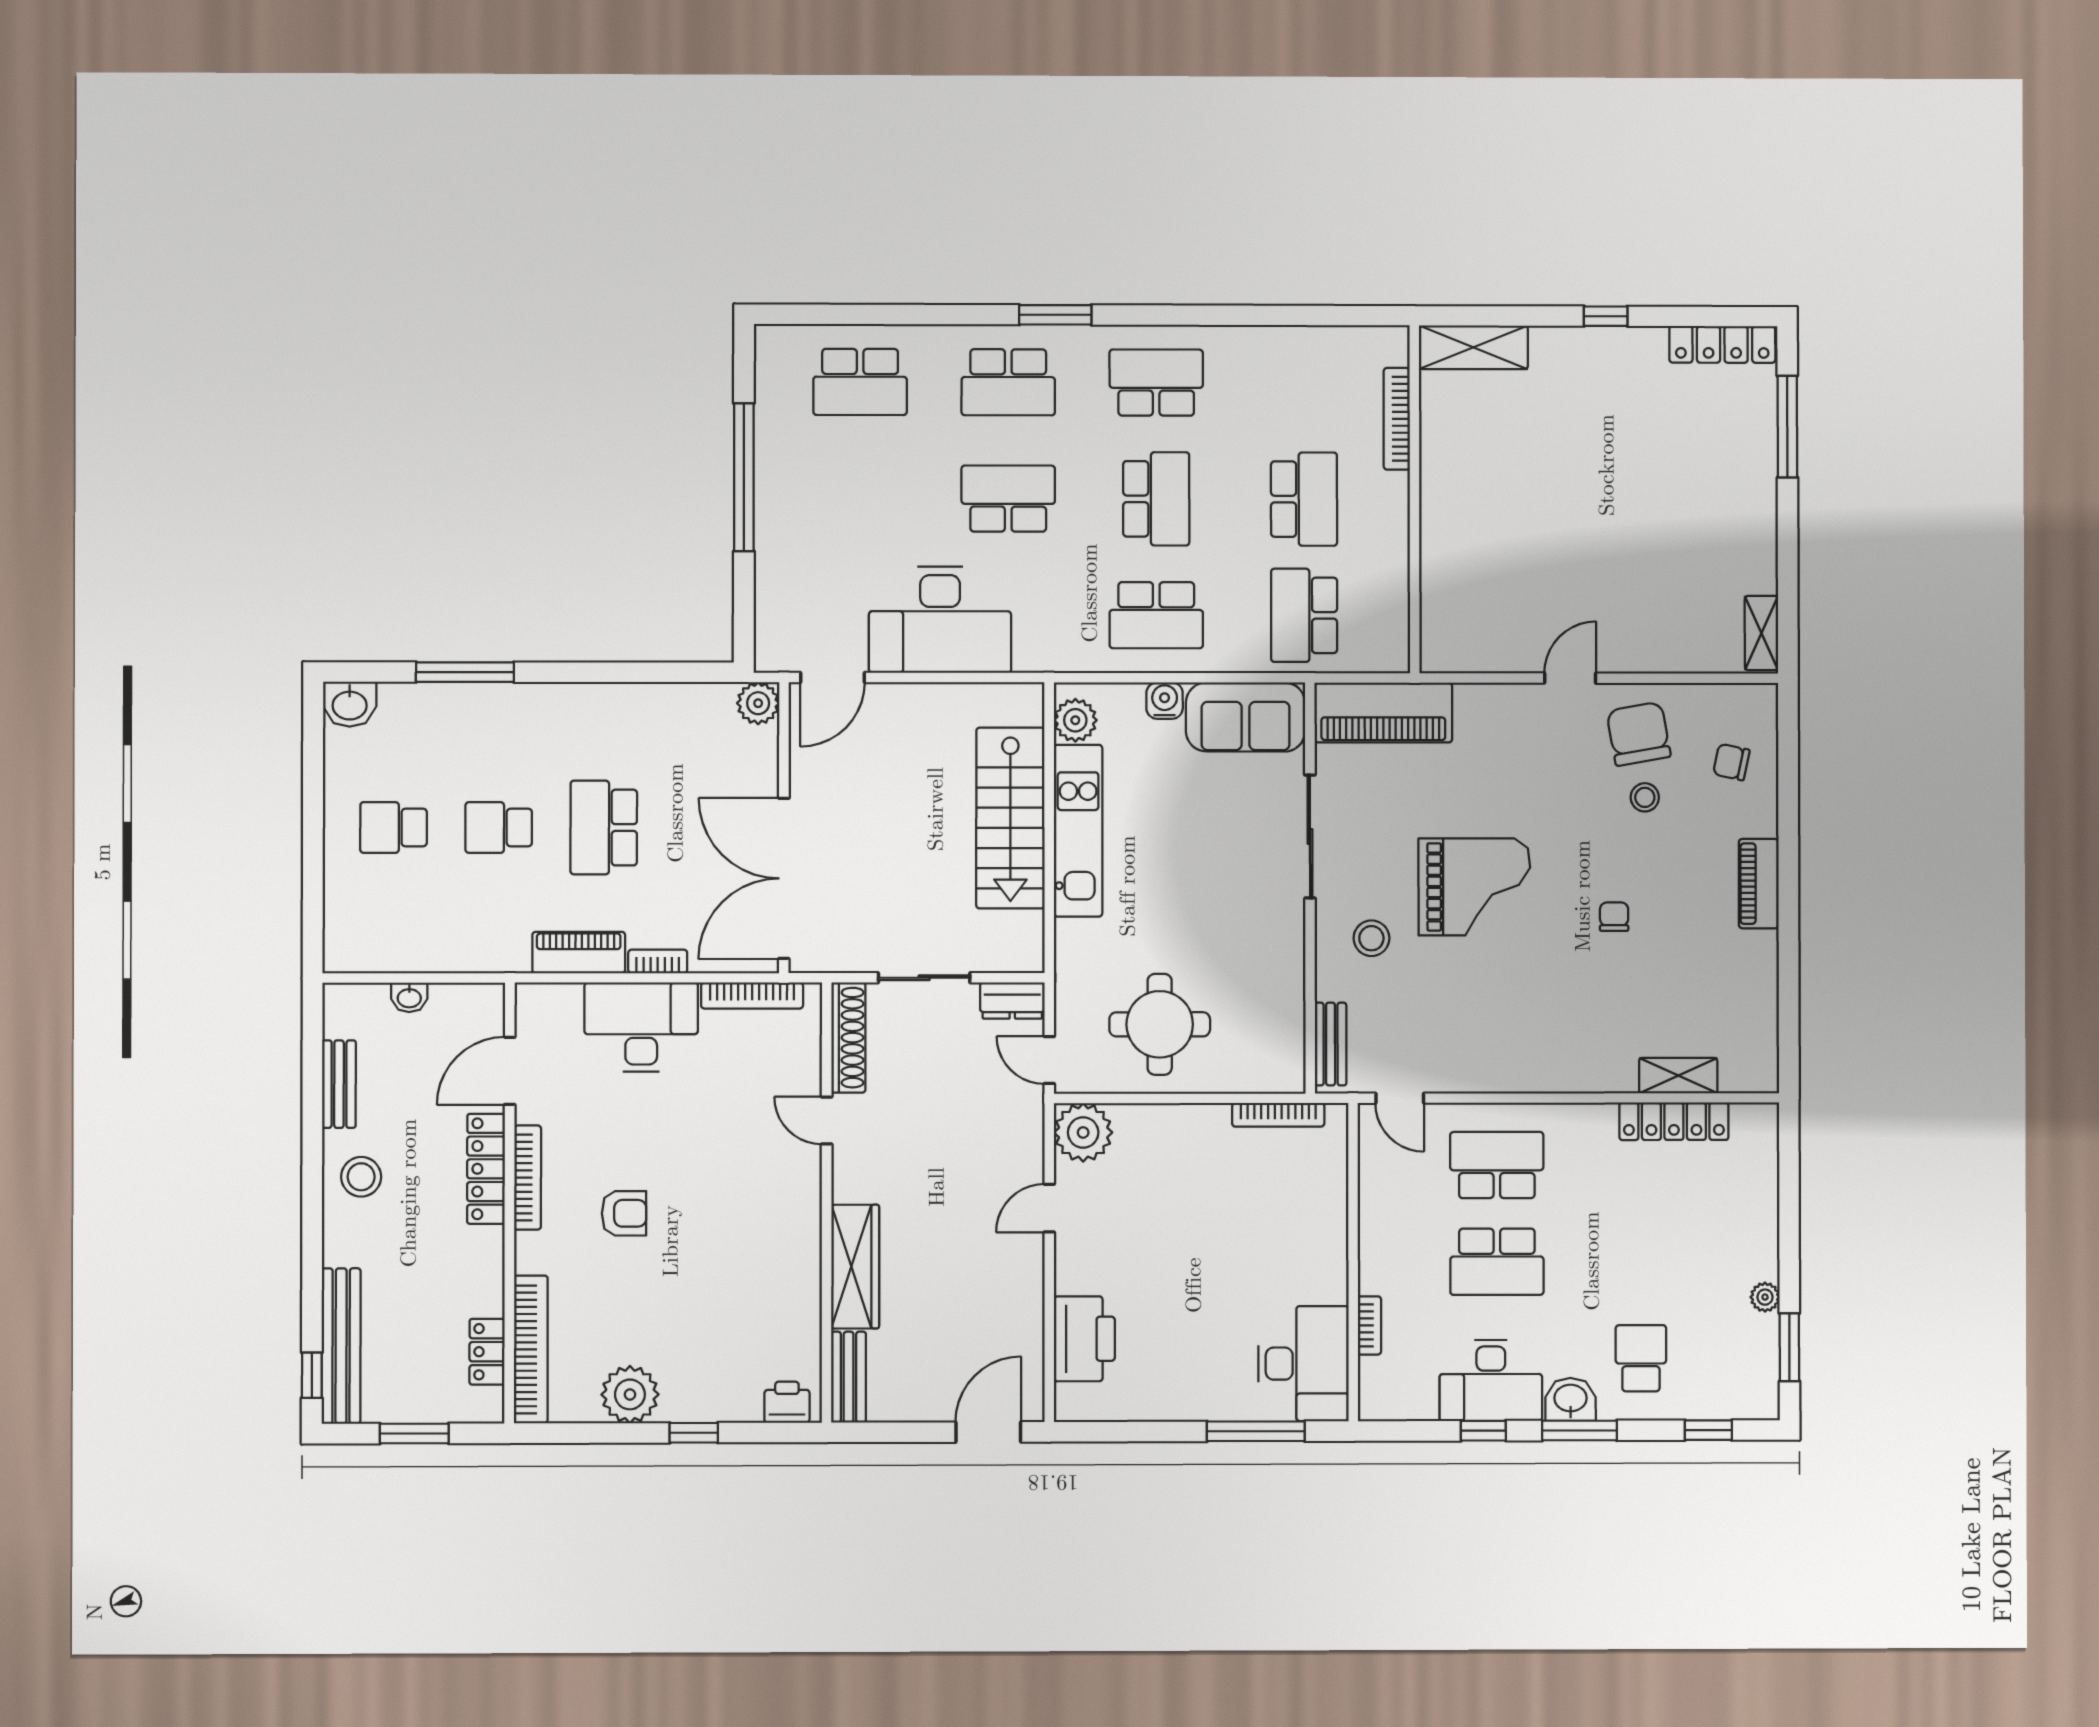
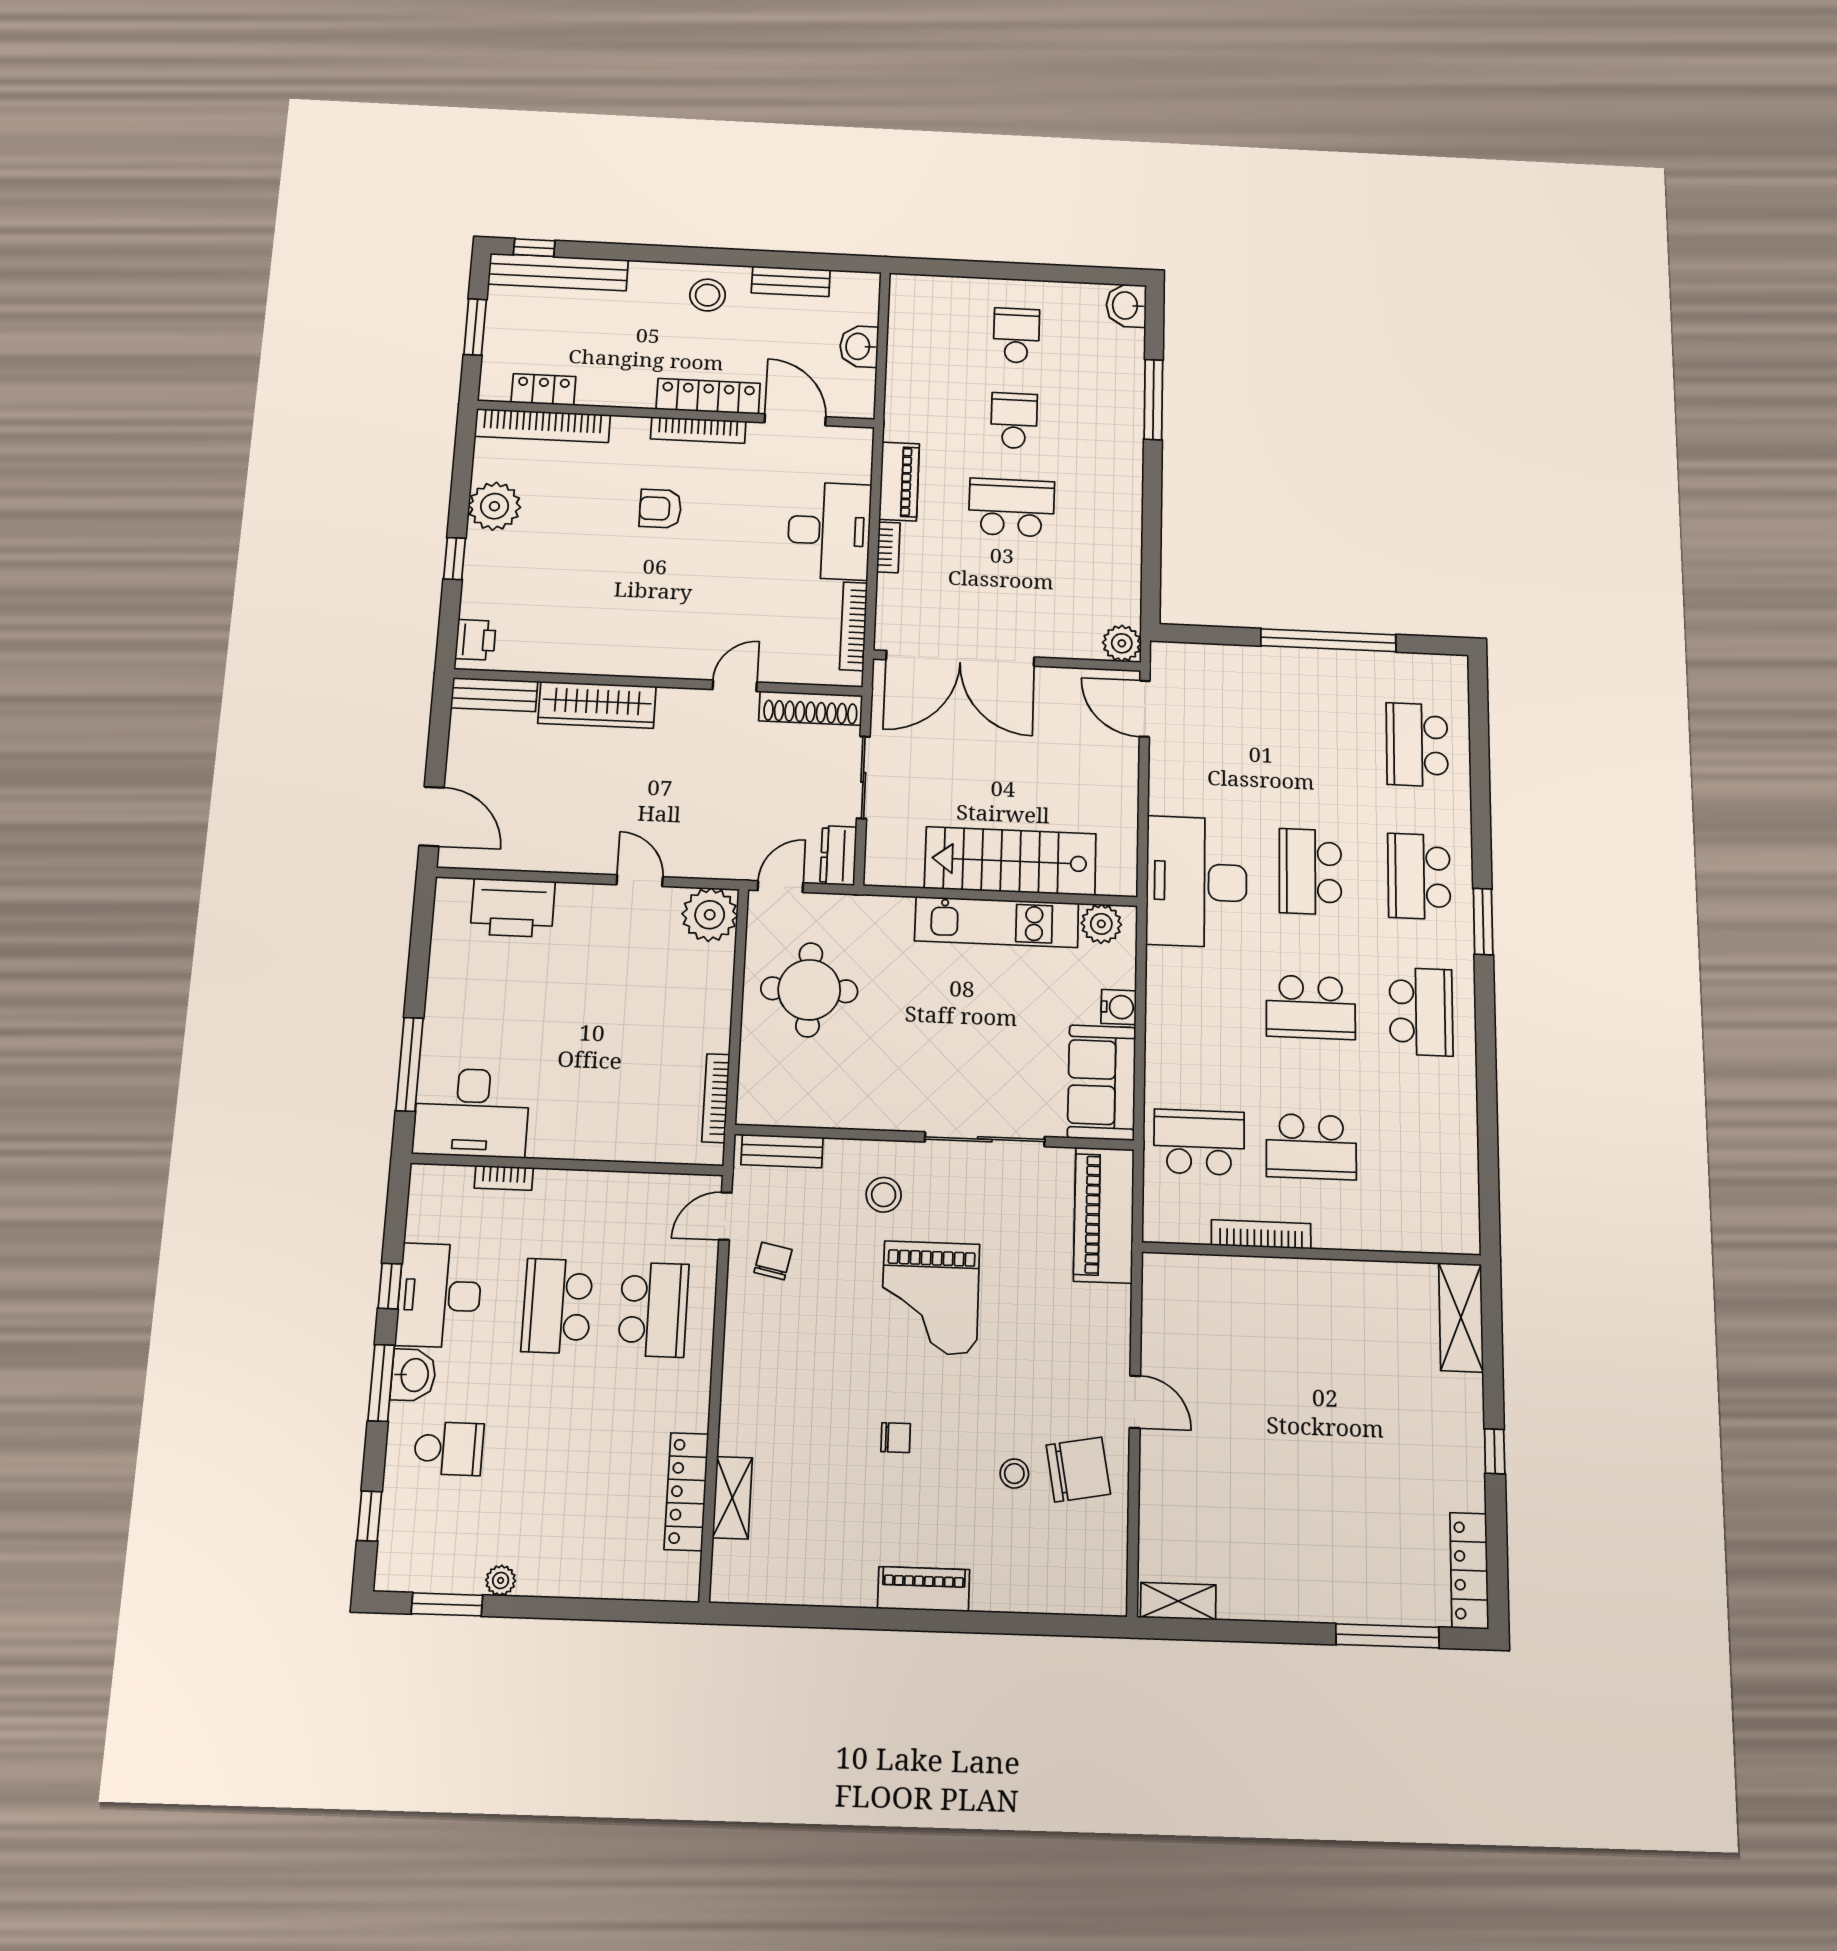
bookcase: (1397, 419) -> (1261, 1234), moved
school desk: (1008, 499) -> (1310, 872), turned 180
school desk: (1156, 615) -> (1200, 1003), removed
desk: (940, 620) -> (1197, 882), moved
chair: (1731, 762) -> (773, 1261), moved
double door: (784, 878) -> (960, 658), swing flipped
washbasin: (409, 997) -> (859, 346), width x1.38, depth x1.45
armchair: (624, 1213) -> (660, 509), turned 90

